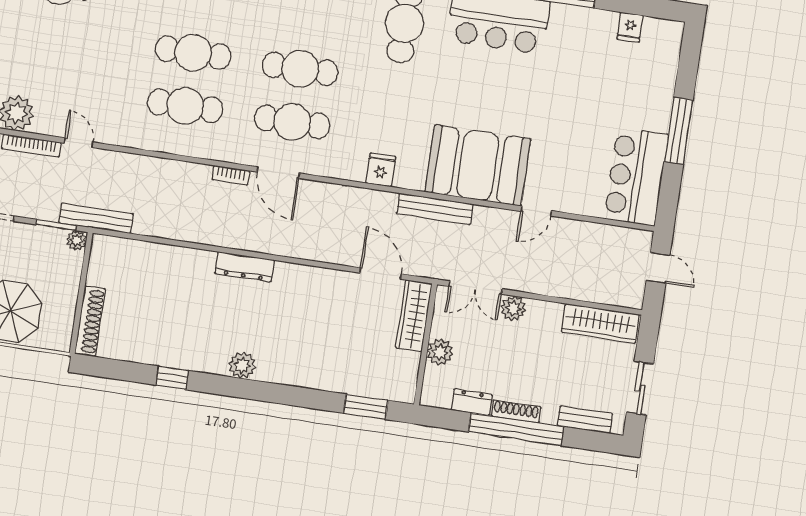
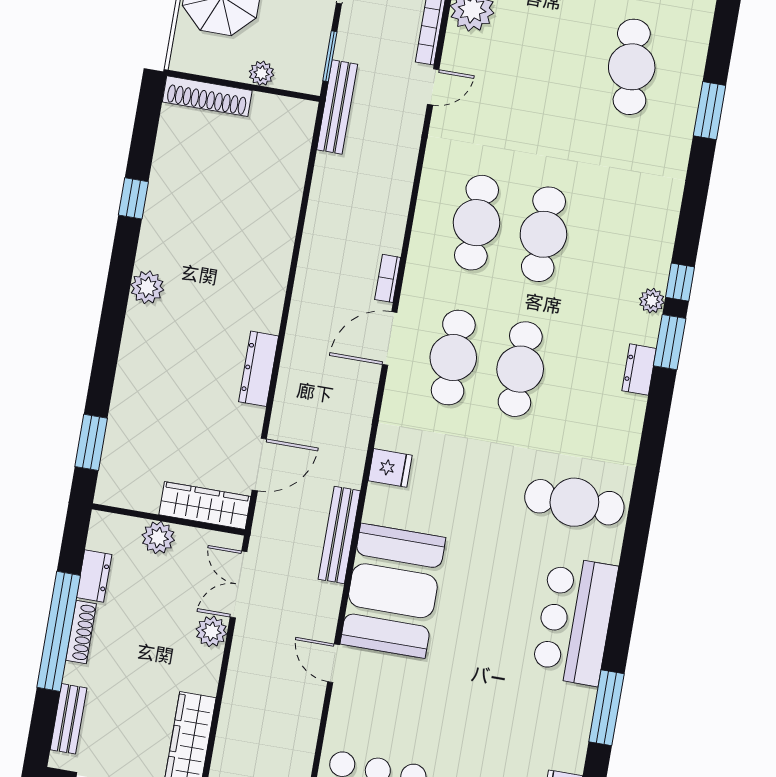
plant: (77, 240) -> (262, 73), moved
dresser: (244, 267) -> (259, 369), moved

